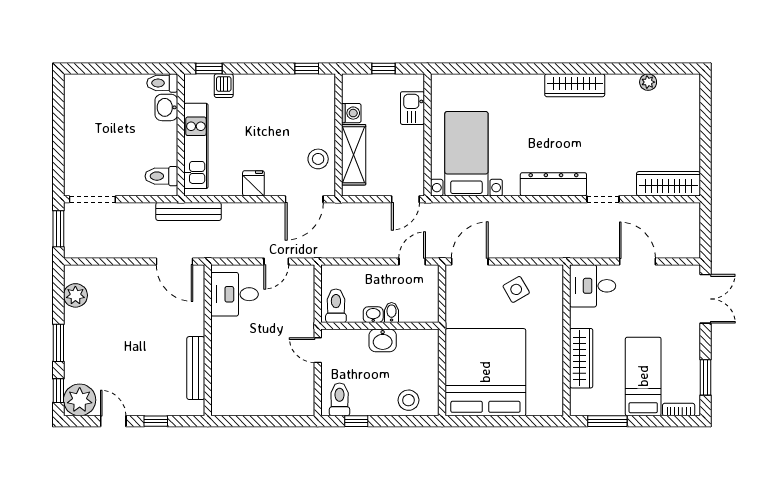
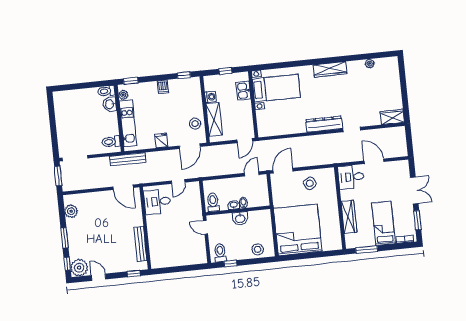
dishwasher: (224, 86) -> (163, 87), moved
plant: (193, 93) -> (123, 95), added
bed with nightstands: (466, 154) -> (276, 88), moved, turned 90
wardrobe: (669, 184) -> (392, 117), width x0.67
double door: (706, 299) -> (414, 190), moved
window: (156, 421) -> (134, 274), moved

